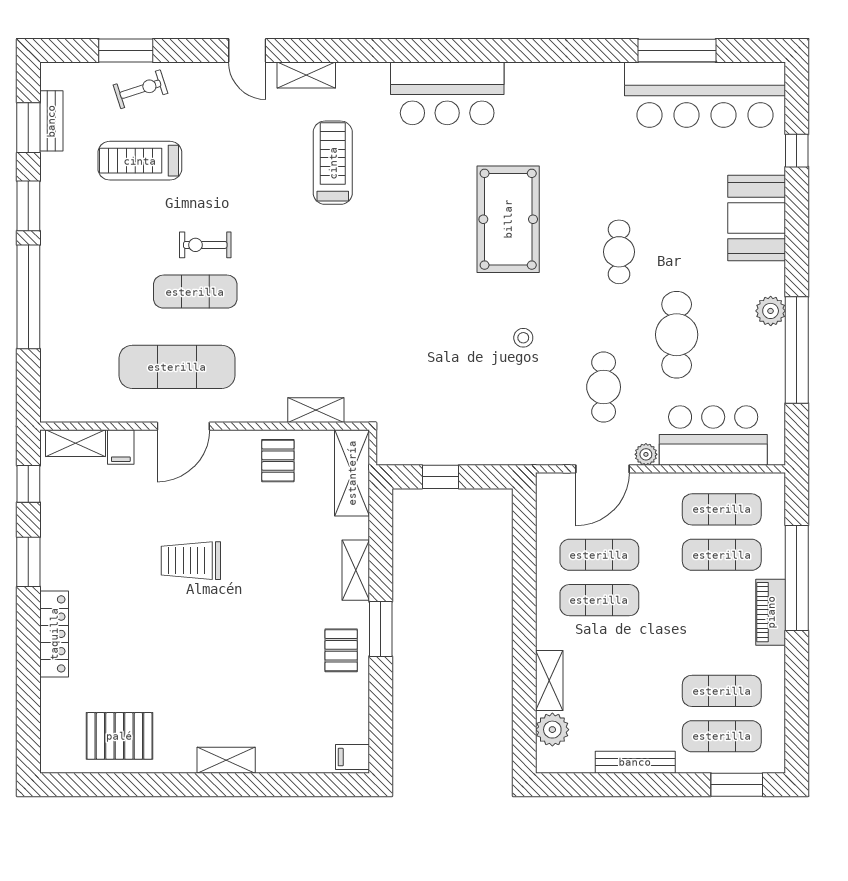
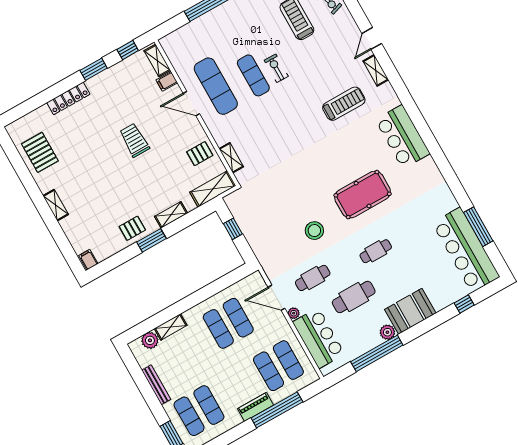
booth: (757, 218) -> (410, 311), moved
stool: (523, 338) -> (314, 231), width x1.89, depth x1.89

